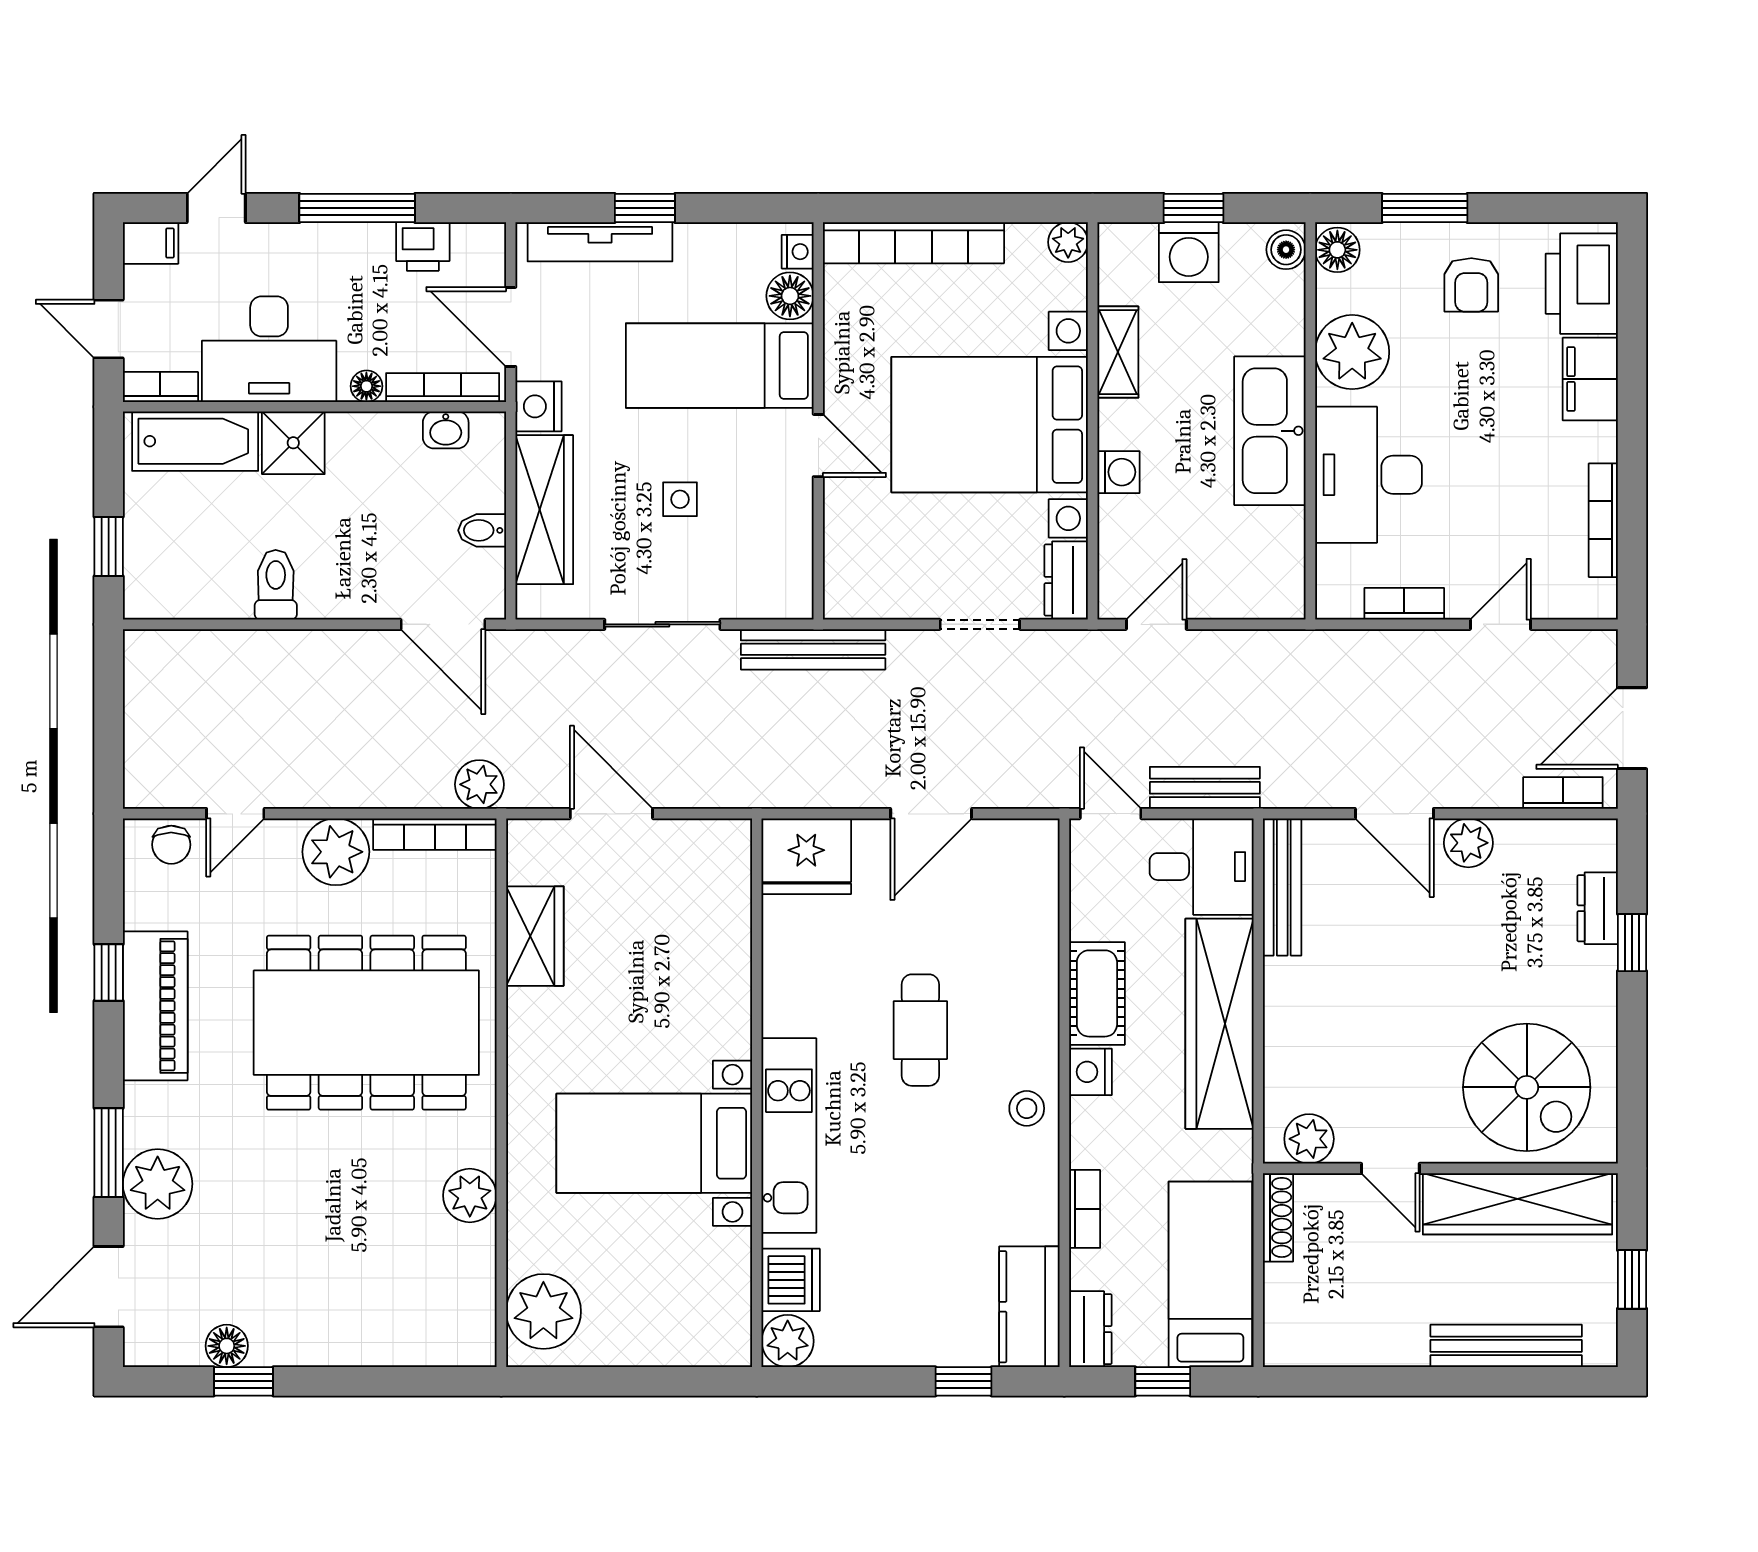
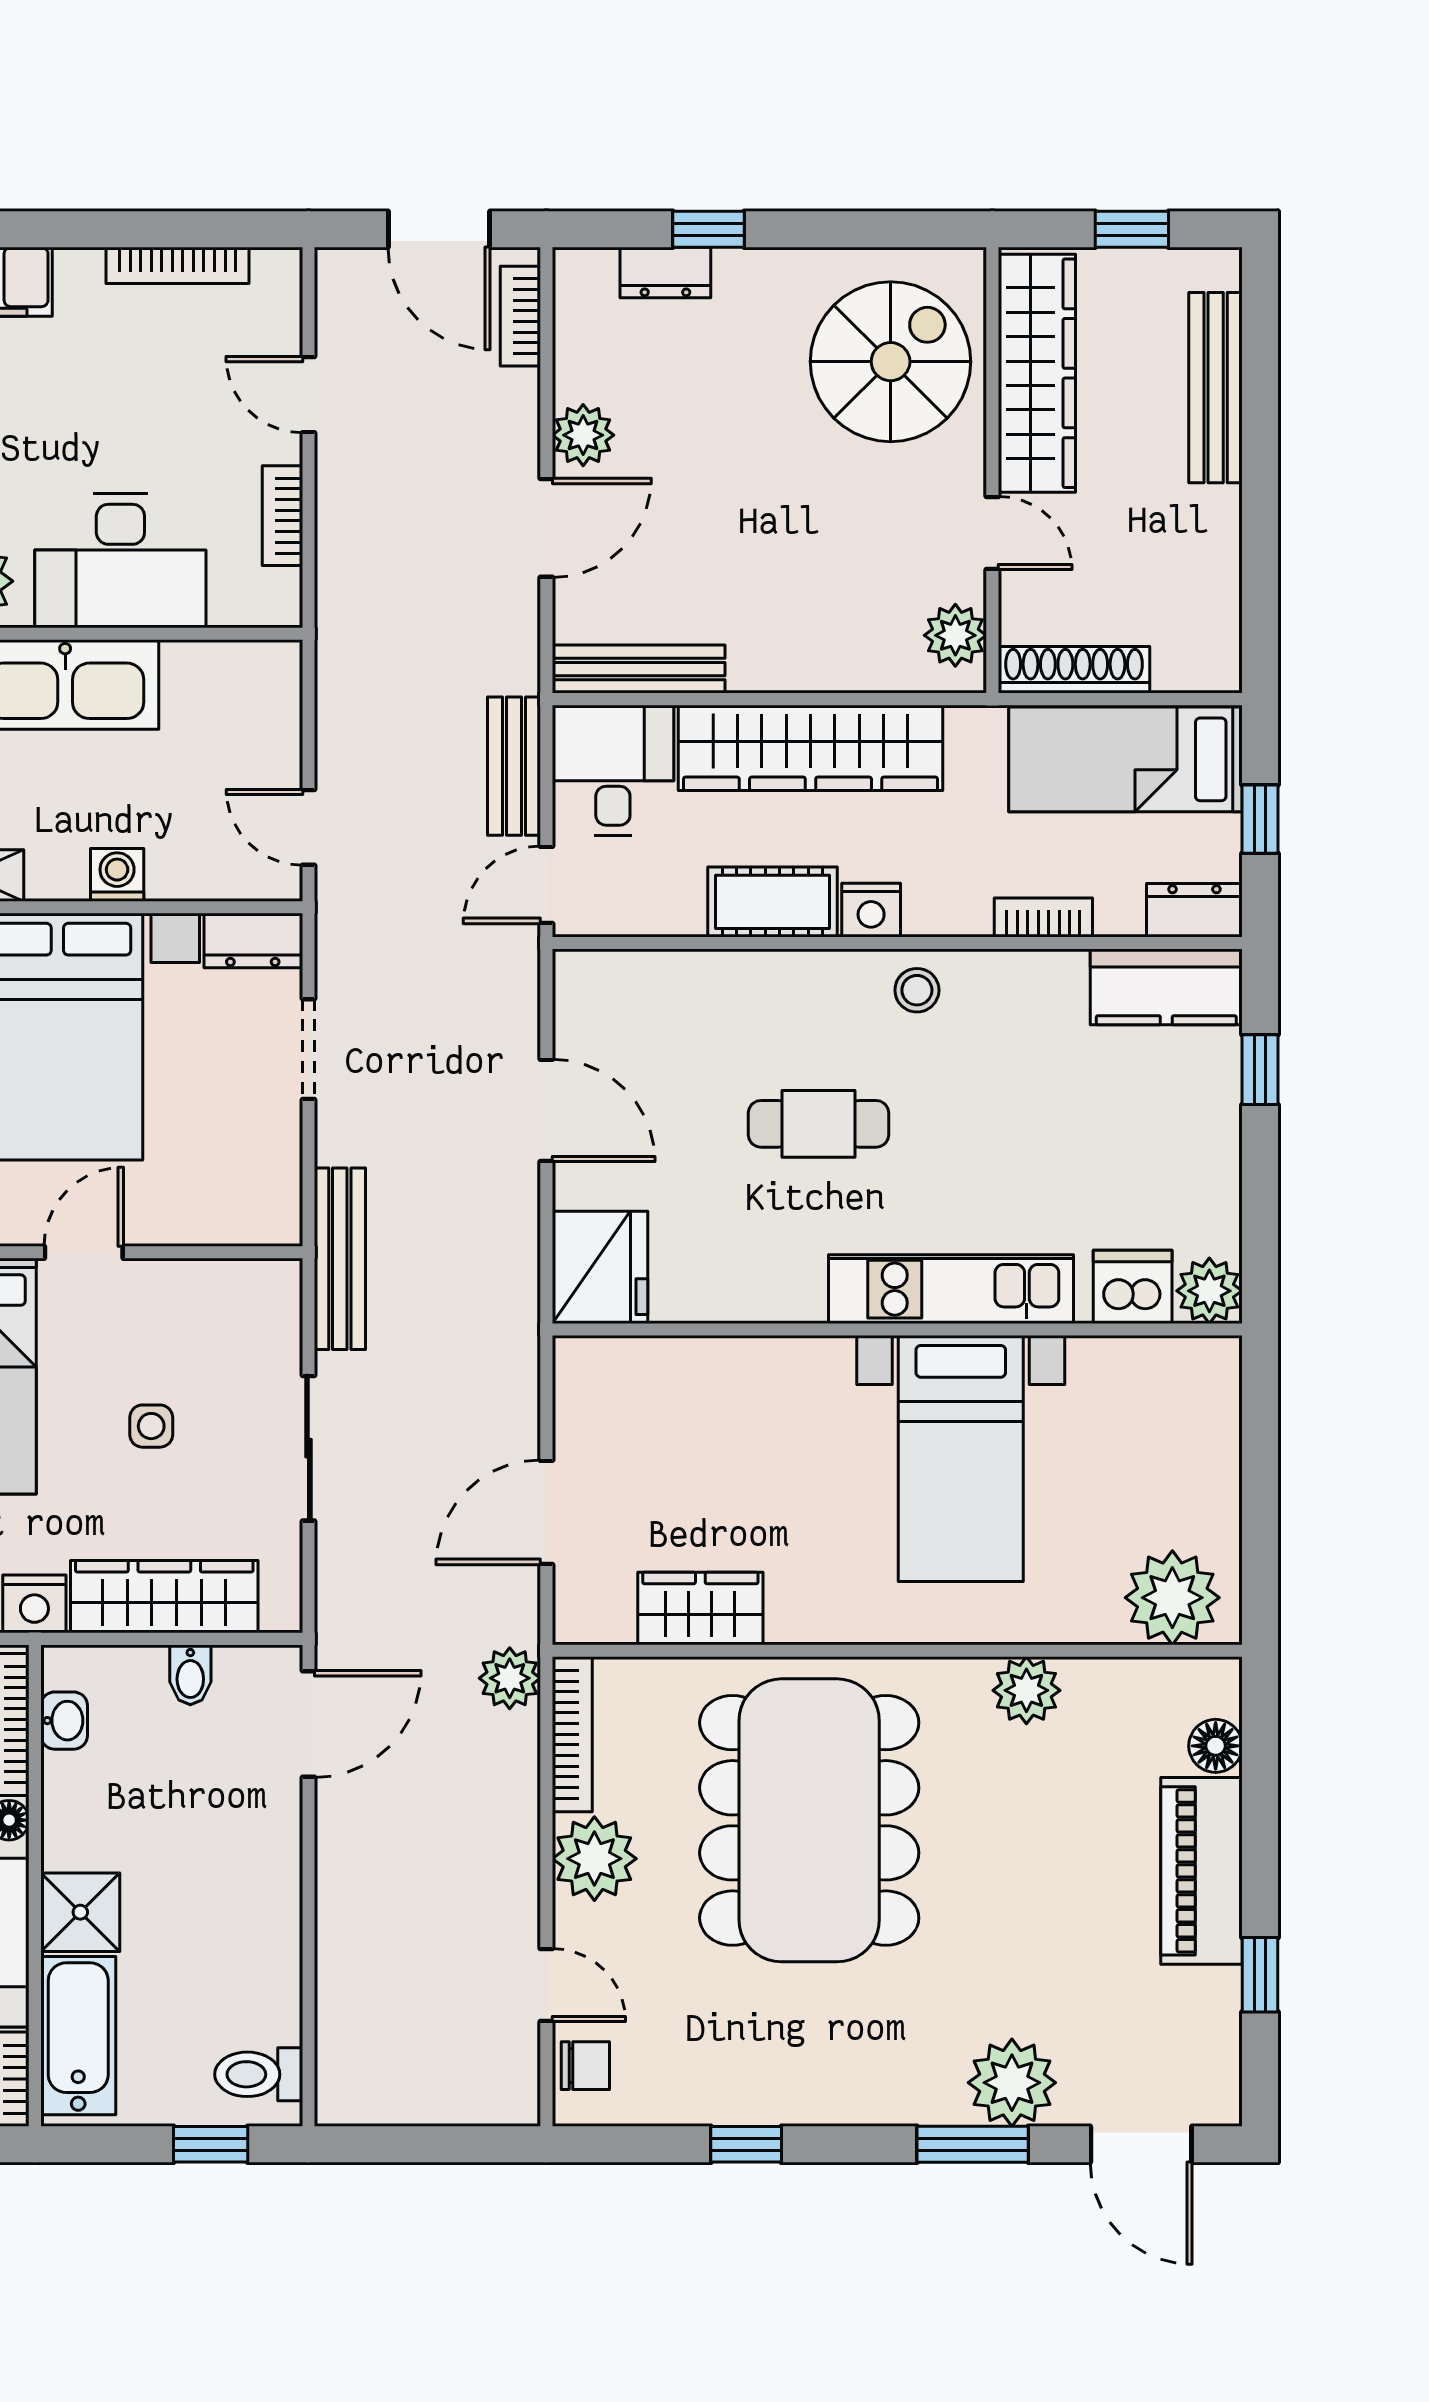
toilet: (276, 585) -> (259, 2074), moved
piano: (155, 1006) -> (1202, 1871), moved, turned -90
door: (1390, 1168) -> (992, 533), hinge flipped
shoe rack: (1278, 1217) -> (1074, 670), width x1.36, depth x1.24
floor lamp: (227, 1346) -> (1216, 1746), moved

